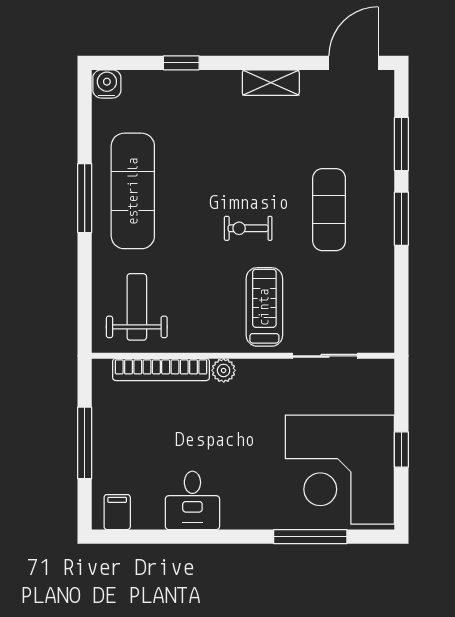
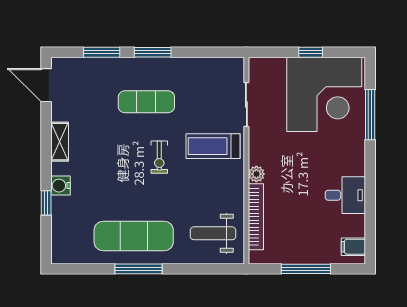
water cooler: (107, 84) -> (60, 186), moved

